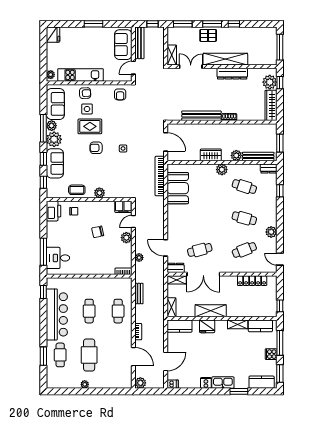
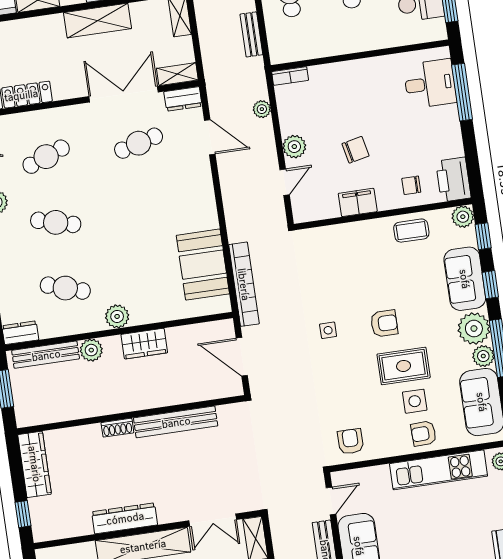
plant: (270, 82) -> (44, 512), removed
plant: (99, 193) -> (463, 217), moved
filing cabinet: (123, 207) -> (358, 202), moved

